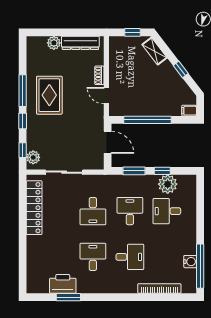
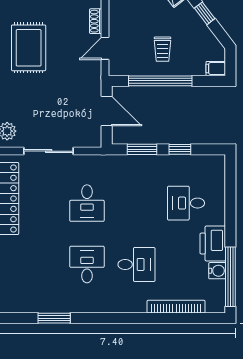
door: (106, 96) -> (105, 48), hinge flipped
trolley: (149, 96) -> (162, 49), added
plant: (168, 184) -> (187, 167), removed
desk: (130, 211) -> (137, 203), removed
printer: (63, 284) -> (213, 243), moved, turned -90

